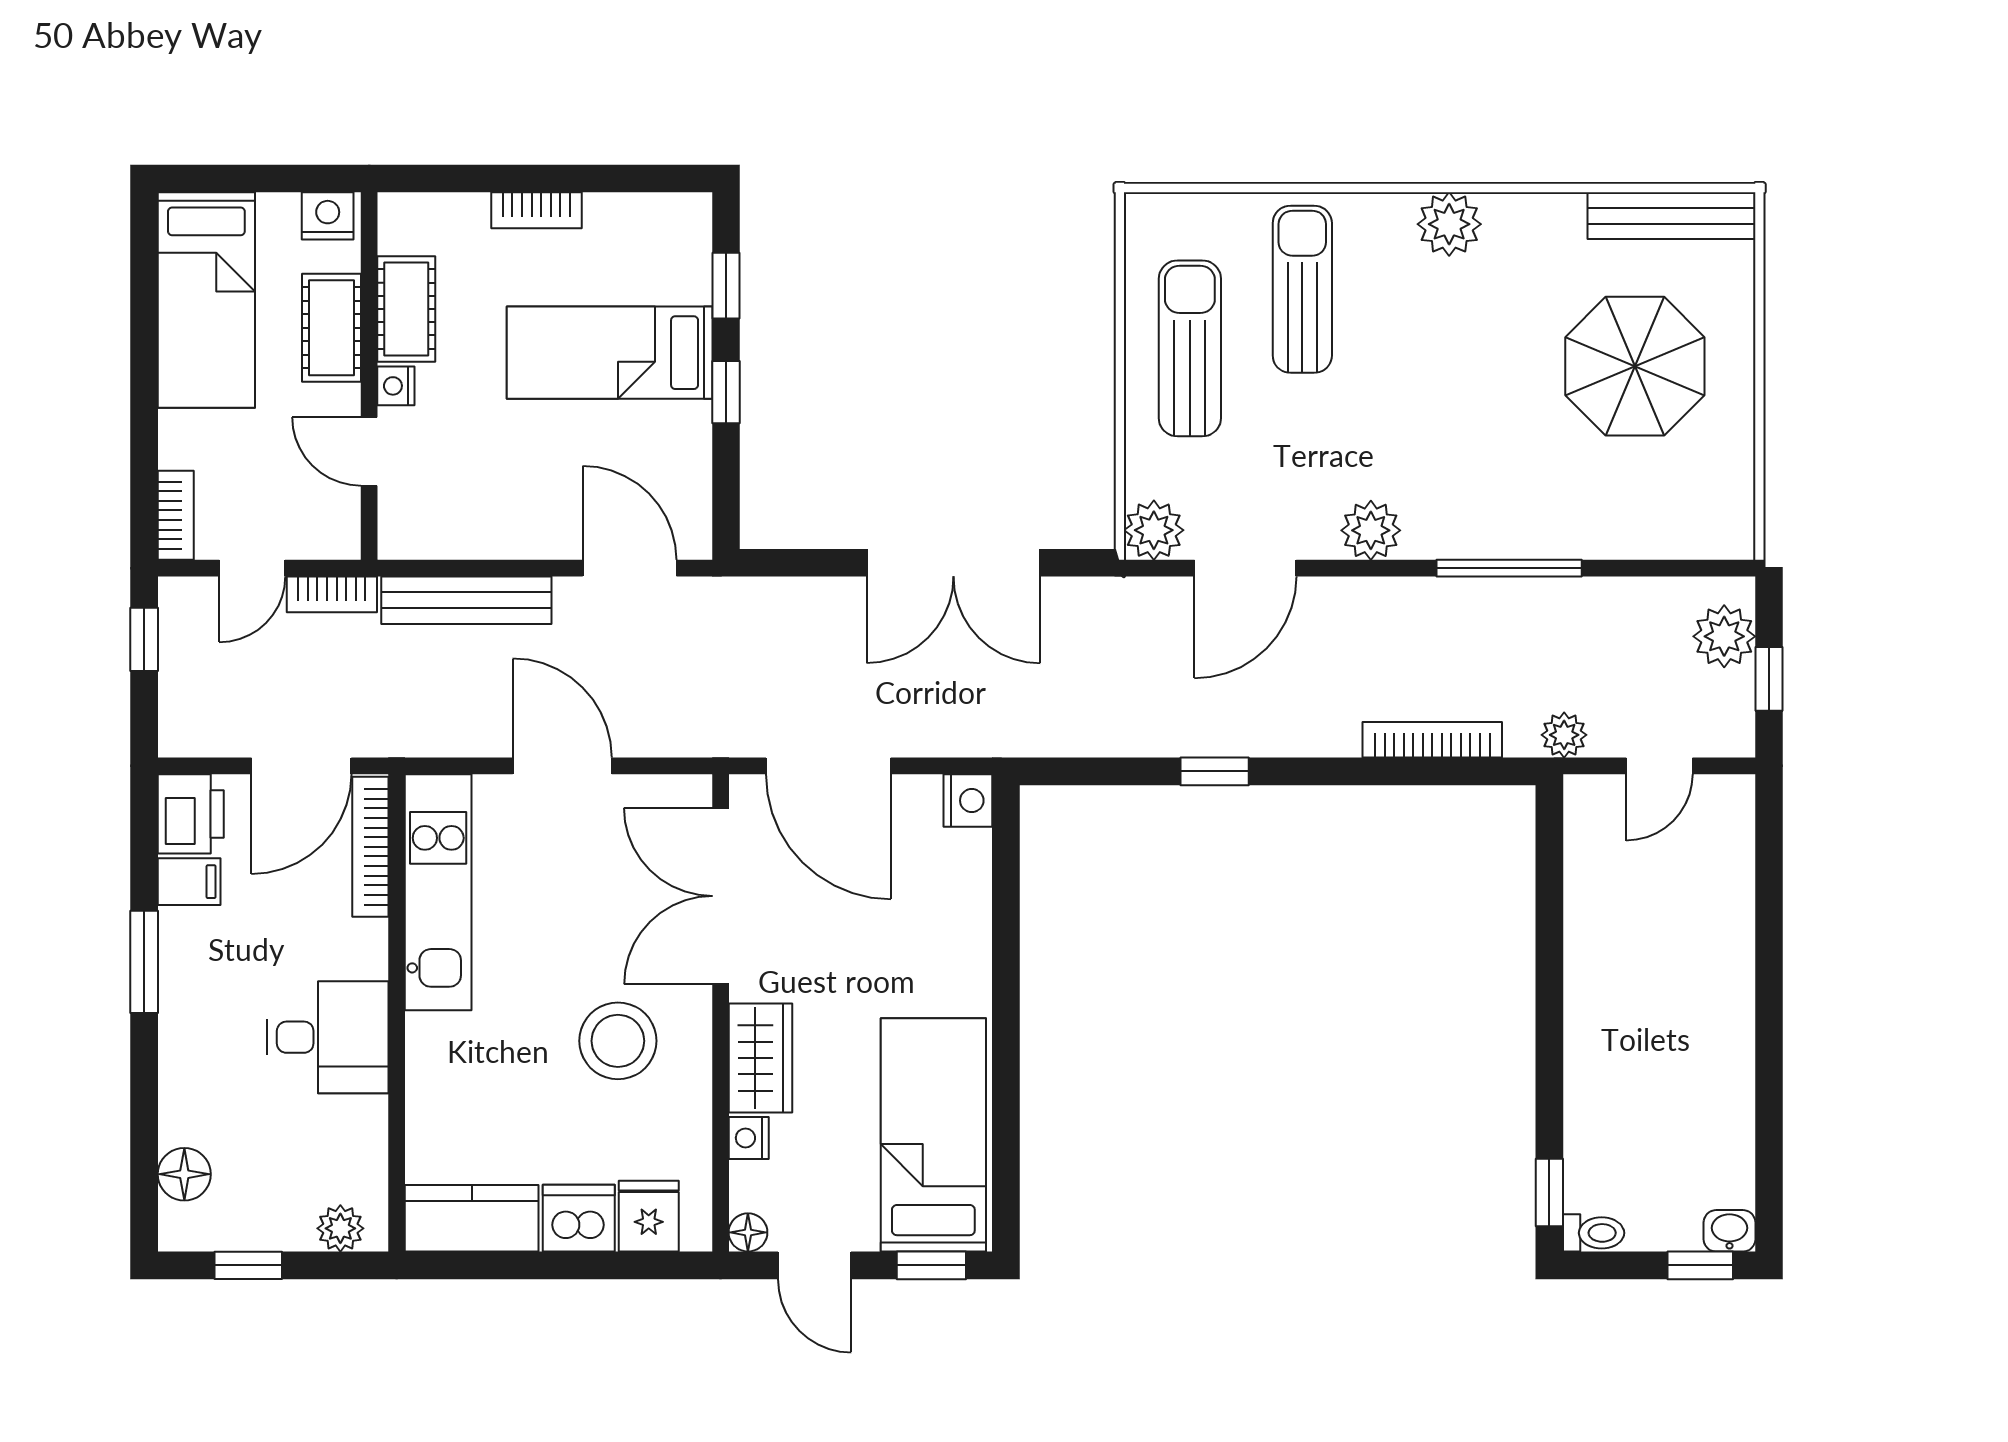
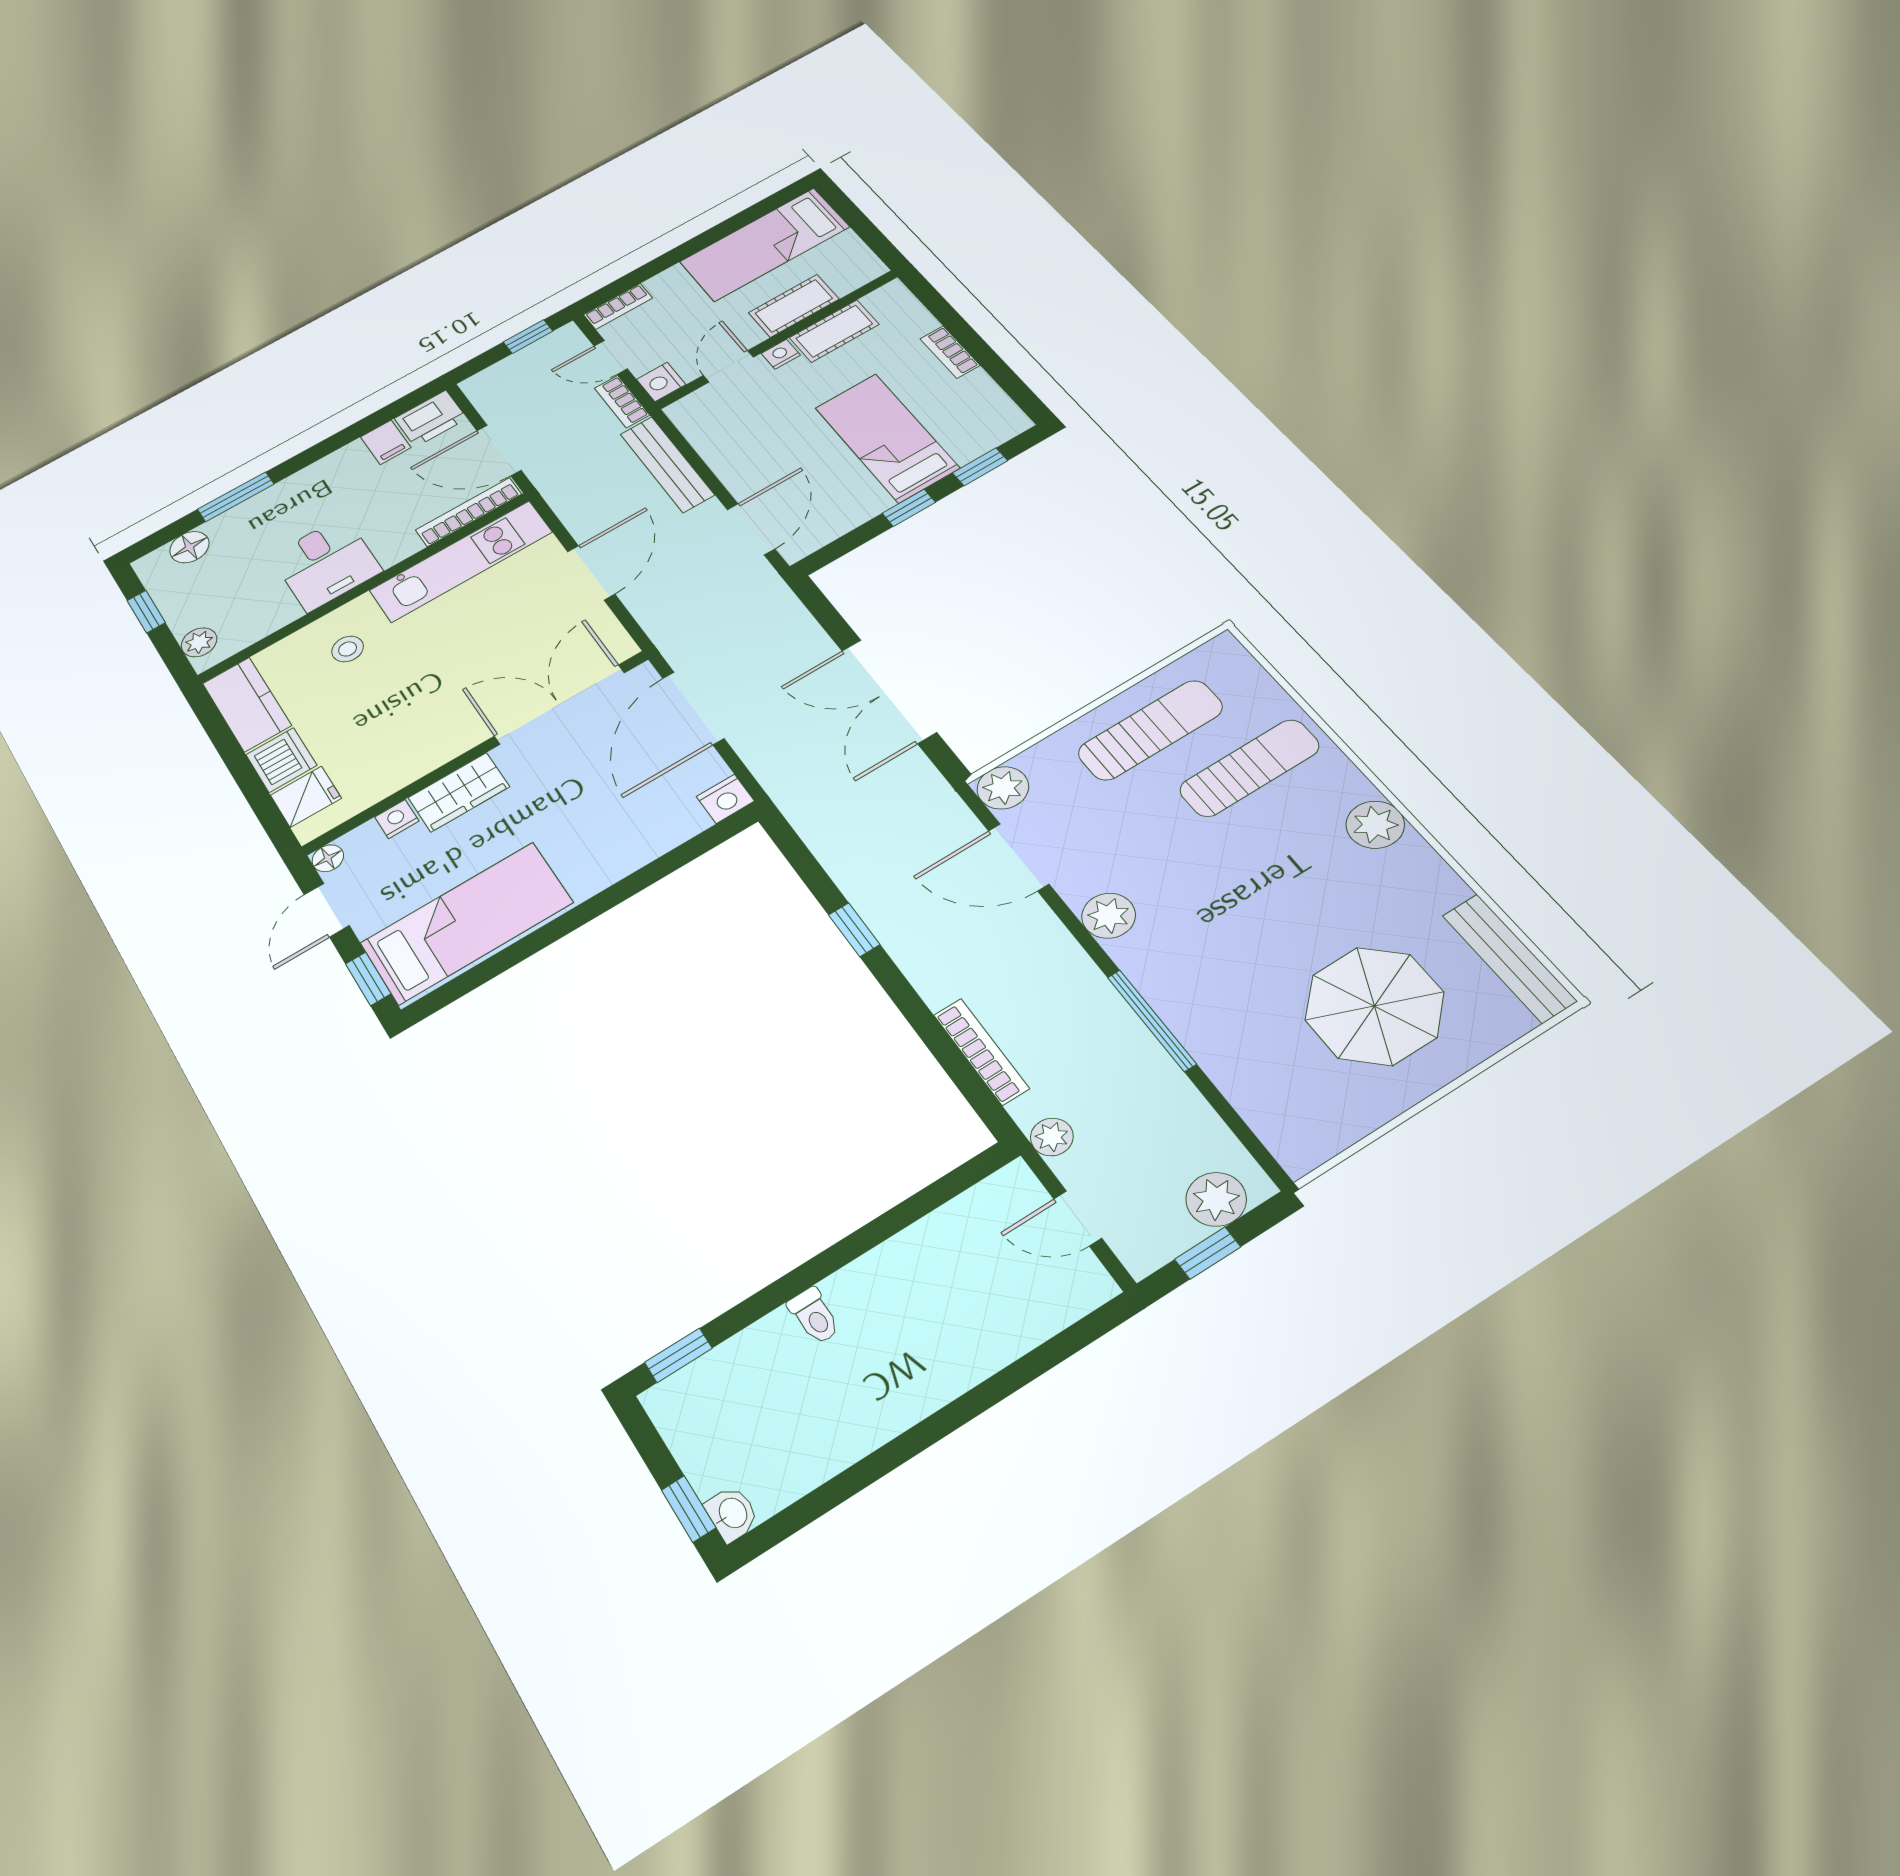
nightstand: (328, 216) -> (661, 382), moved, turned 180
window: (144, 962) -> (236, 497), moved
stool: (618, 1041) -> (348, 649), moved, width x0.53, depth x0.53
toilet: (1594, 1233) -> (814, 1316), moved

